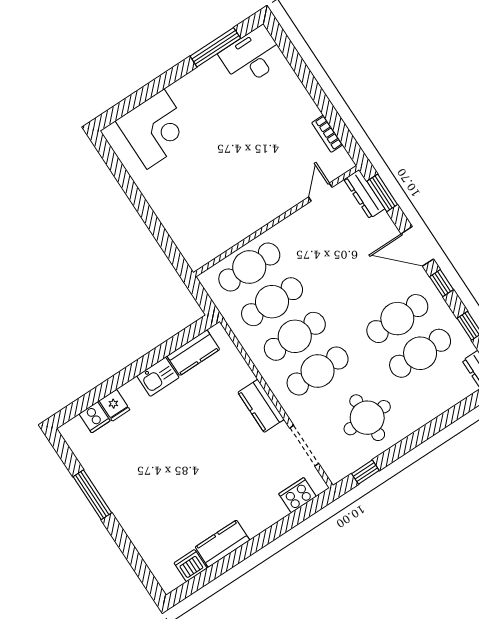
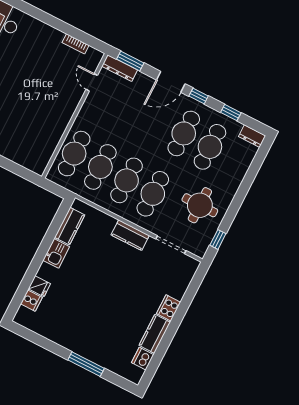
window: (92, 495) -> (86, 364), moved
cooker: (298, 495) -> (168, 308), moved

